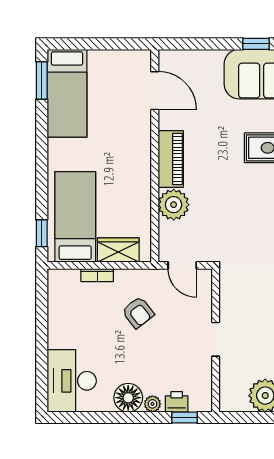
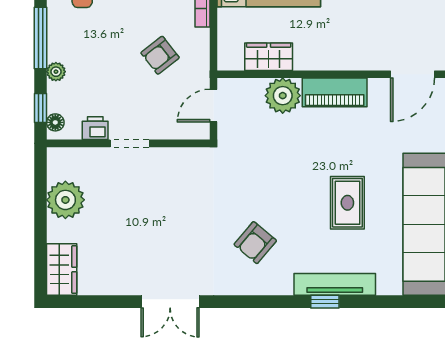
wardrobe: (118, 250) -> (269, 57), moved, turned -90
floor lamp: (128, 398) -> (55, 122), moved, width x0.53, depth x0.53
printer: (177, 402) -> (95, 128), moved, turned -90
window: (123, 417) -> (40, 38), added

